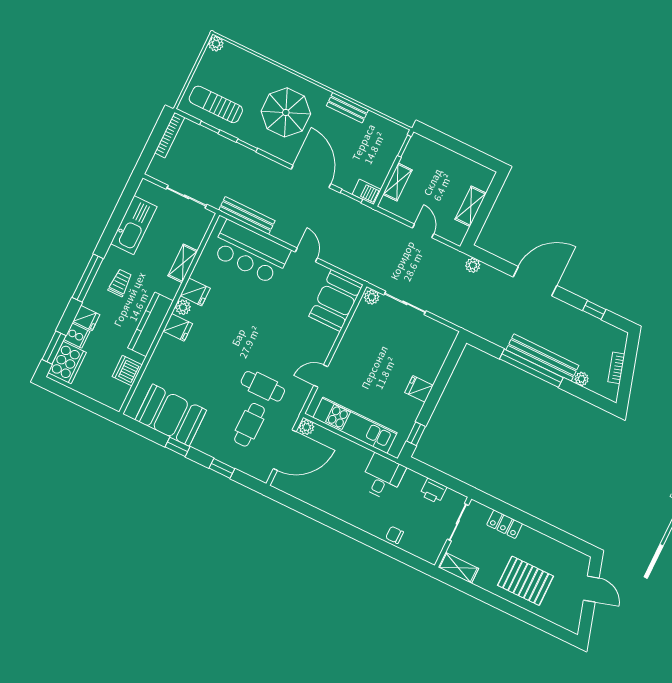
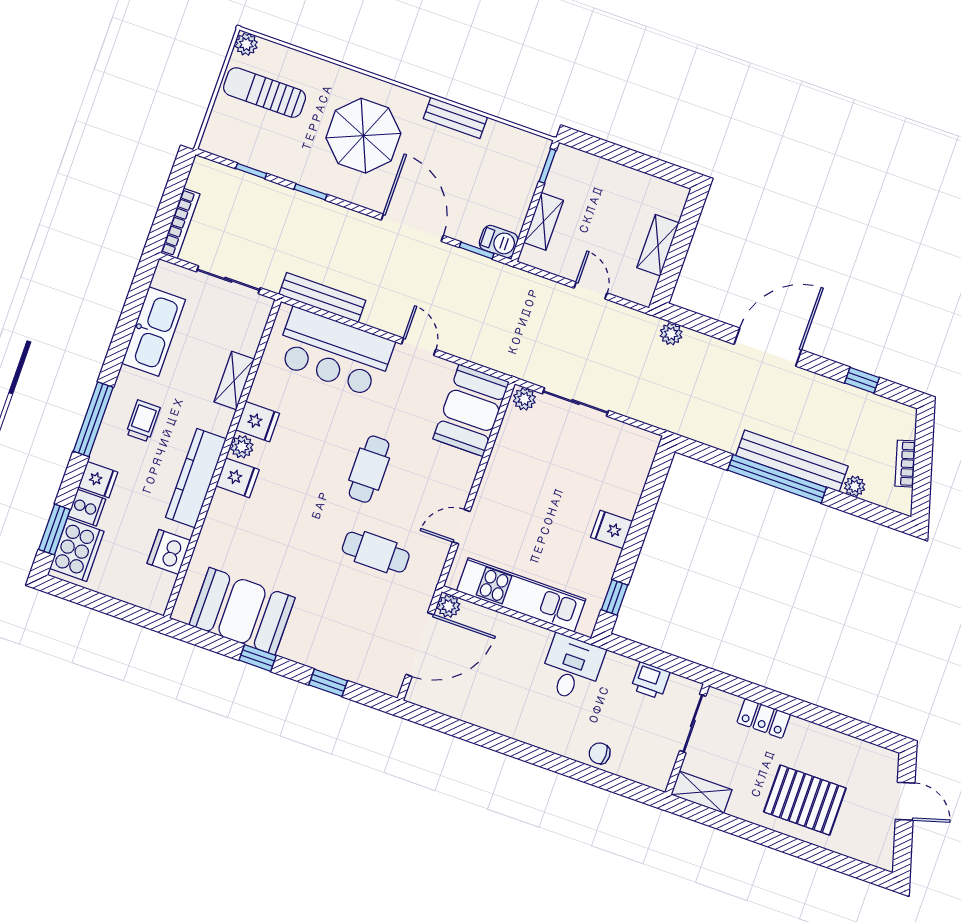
sun lounger: (216, 104) -> (265, 93), moved
bookcase: (170, 135) -> (180, 223), moved
cafe table: (250, 425) -> (369, 469), moved

